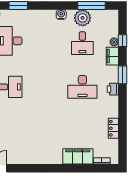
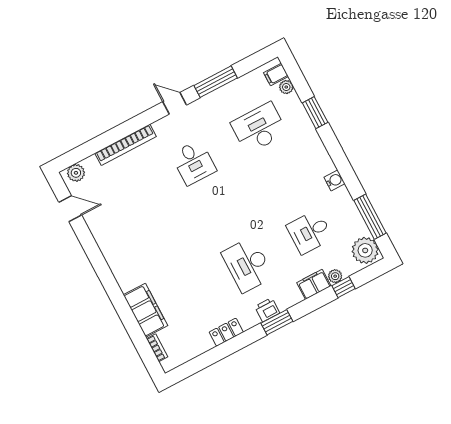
plant: (83, 18) -> (365, 250), moved
window: (123, 75) -> (277, 322), moved
locker: (113, 128) -> (226, 332), moved

